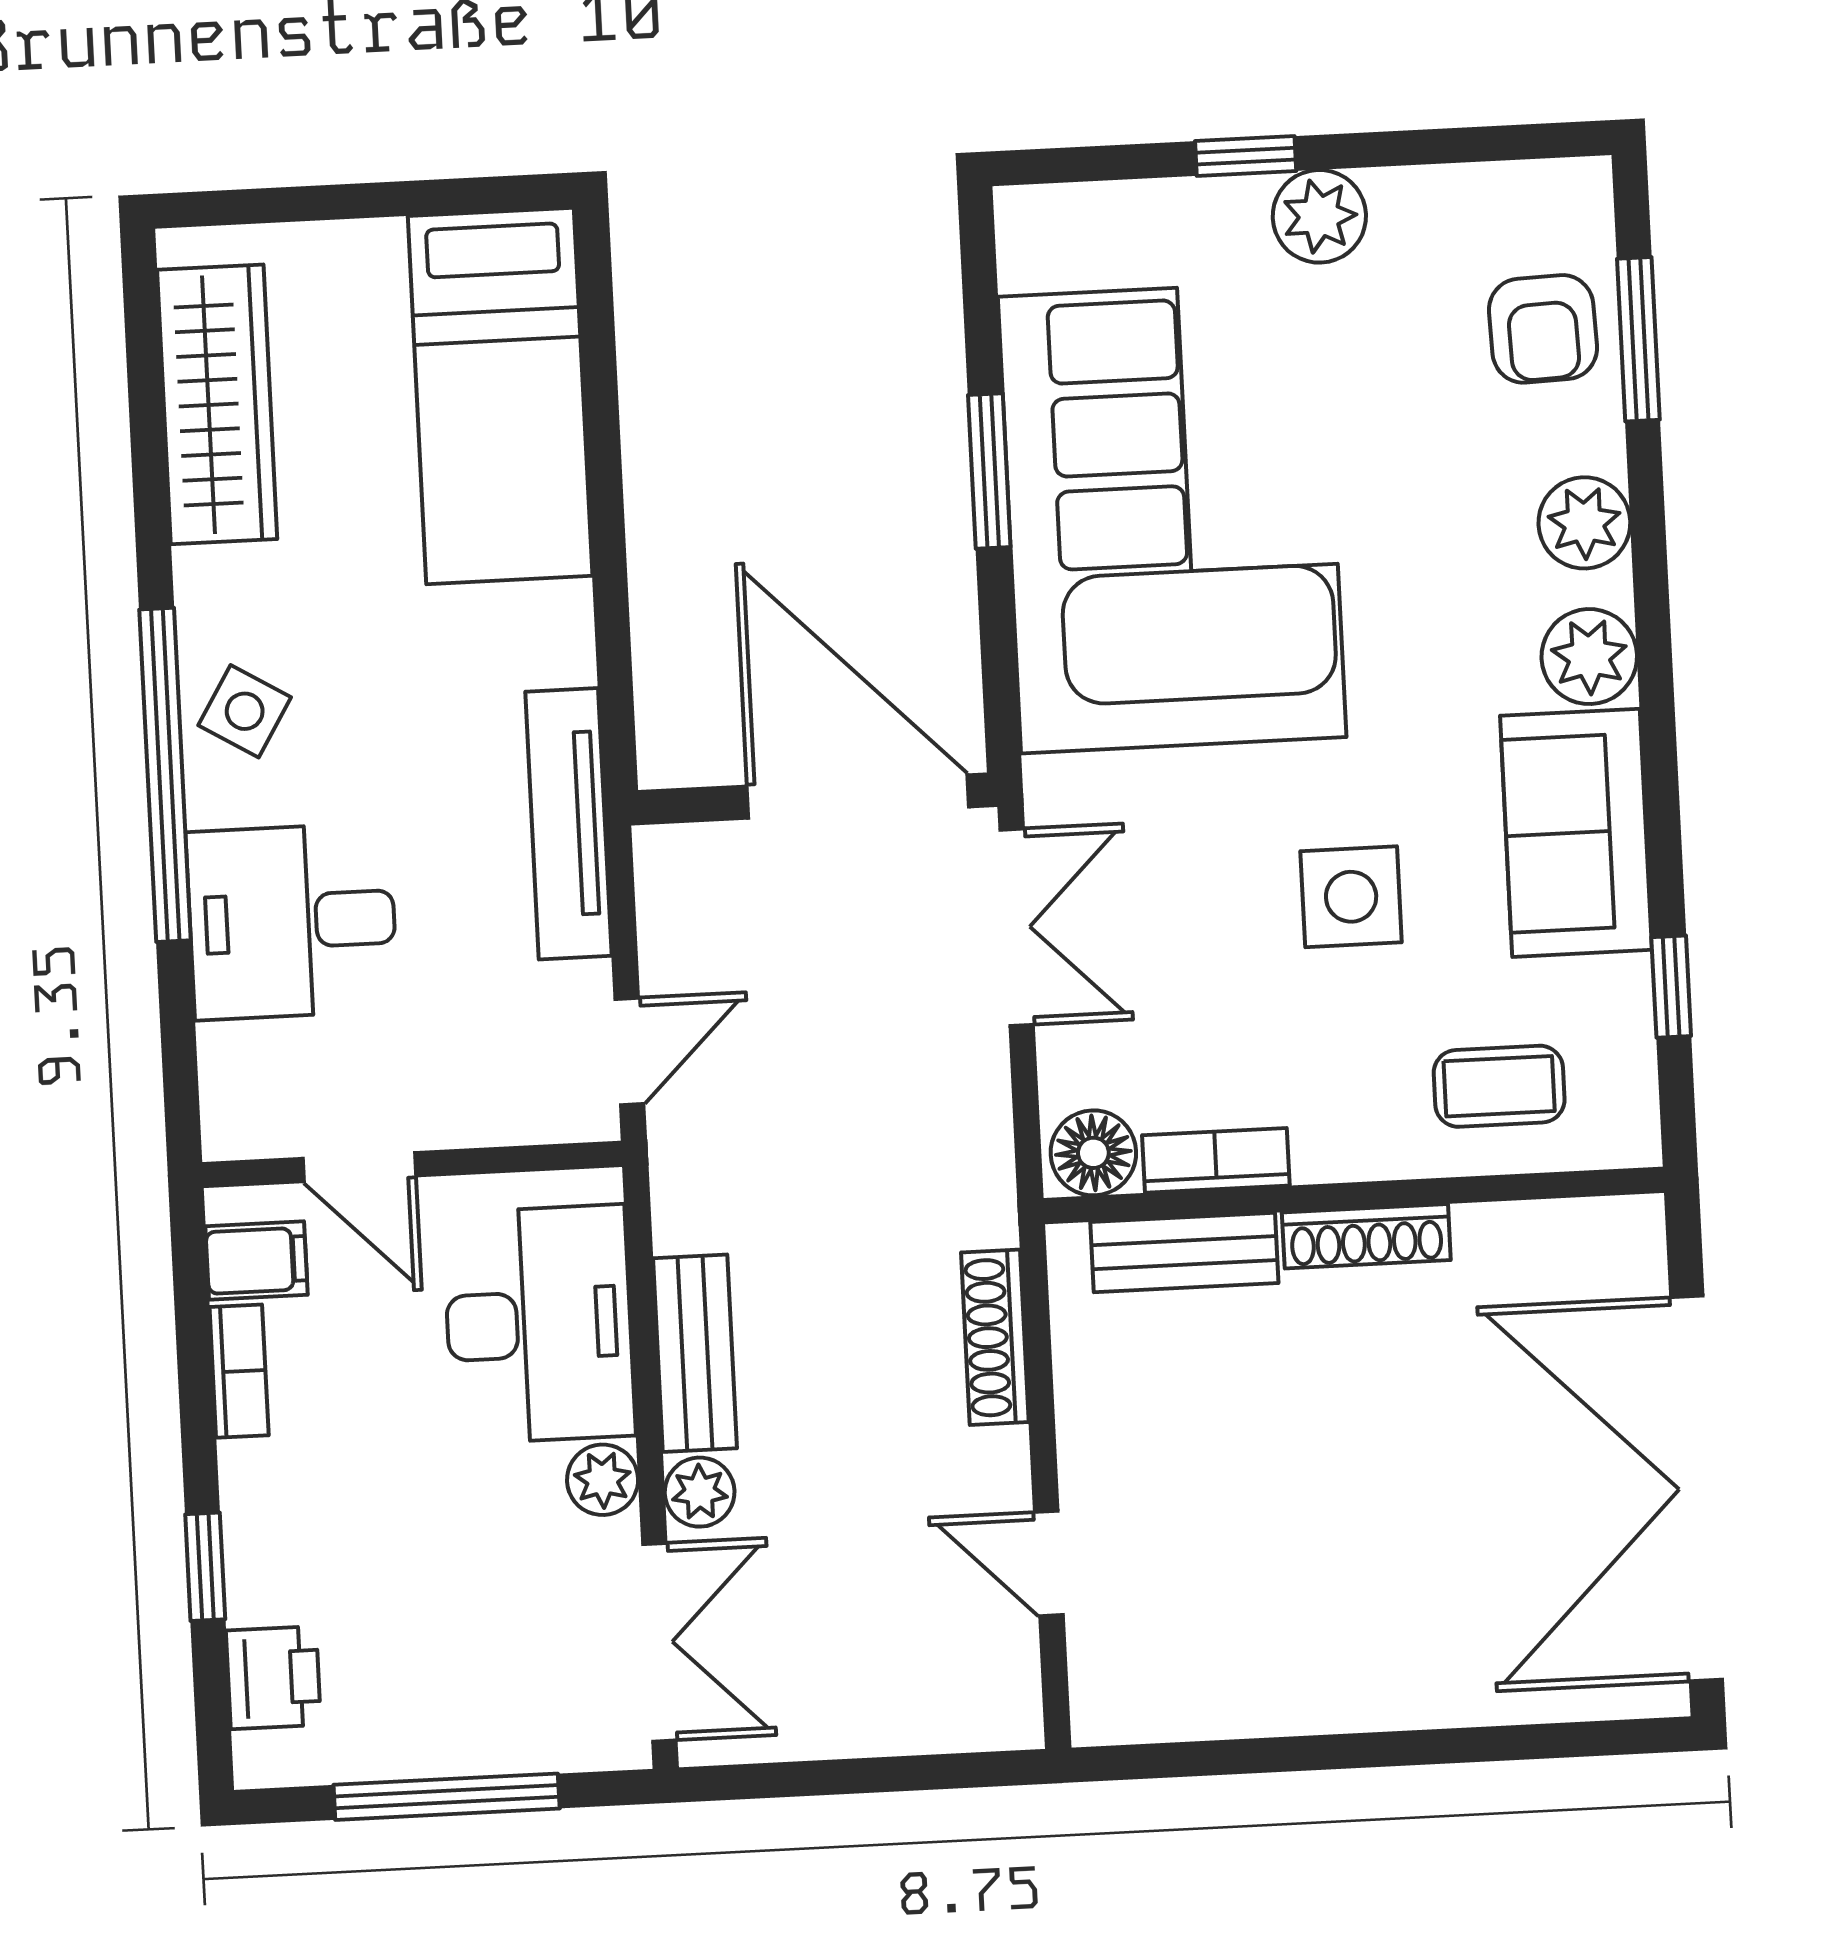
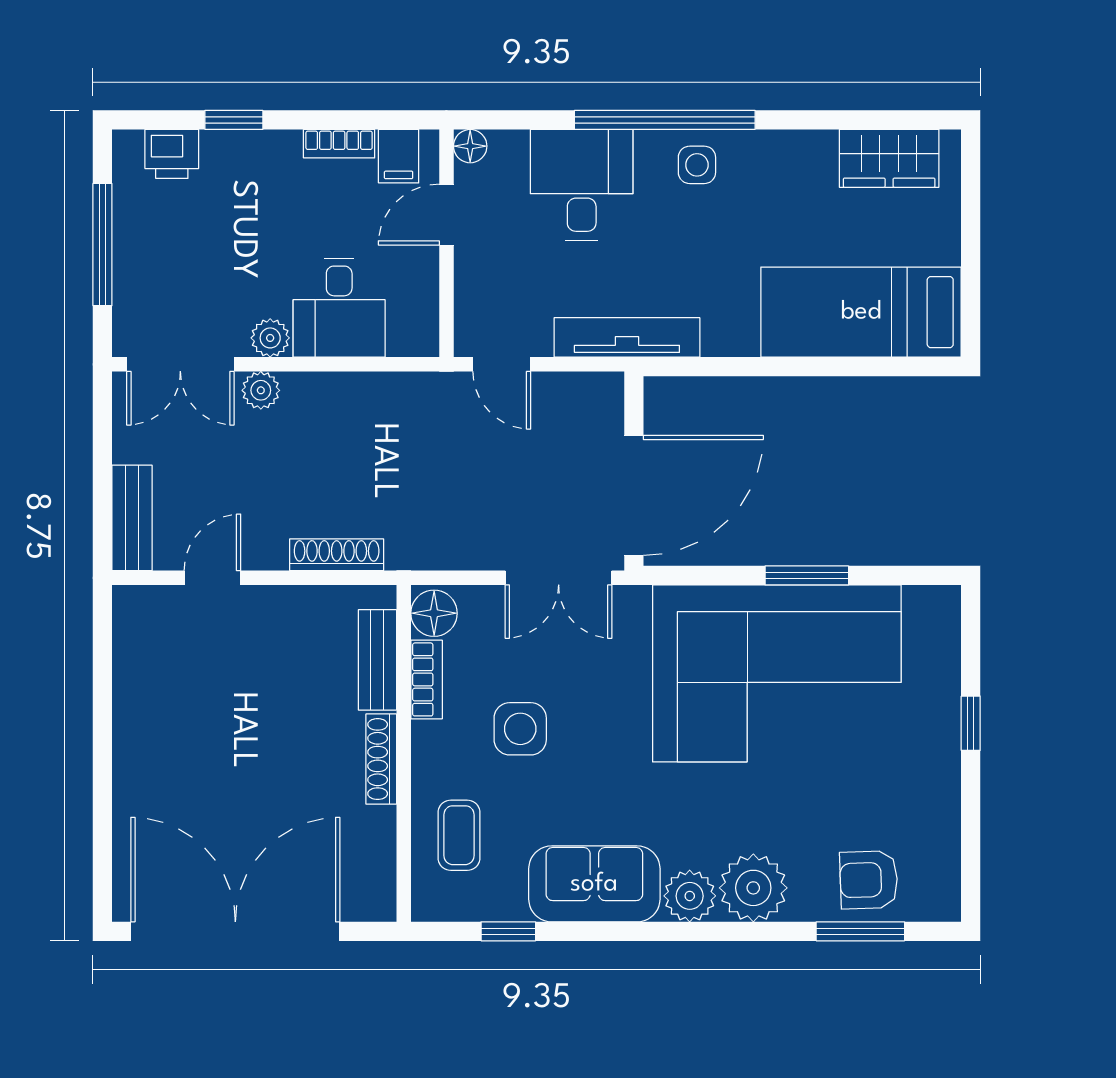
plant: (1319, 216) -> (936, 762), removed
wardrobe: (217, 404) -> (889, 158), width x0.67
plant: (1584, 523) -> (753, 888), width x1.36, depth x1.36
side table: (245, 711) -> (697, 165), turned -31
side table: (1351, 897) -> (520, 729), moved
floor lamp: (231, 1130) -> (470, 146), added
desk: (539, 1324) -> (339, 308), width x0.73
bench: (695, 1353) -> (132, 518), moved, turned 90

